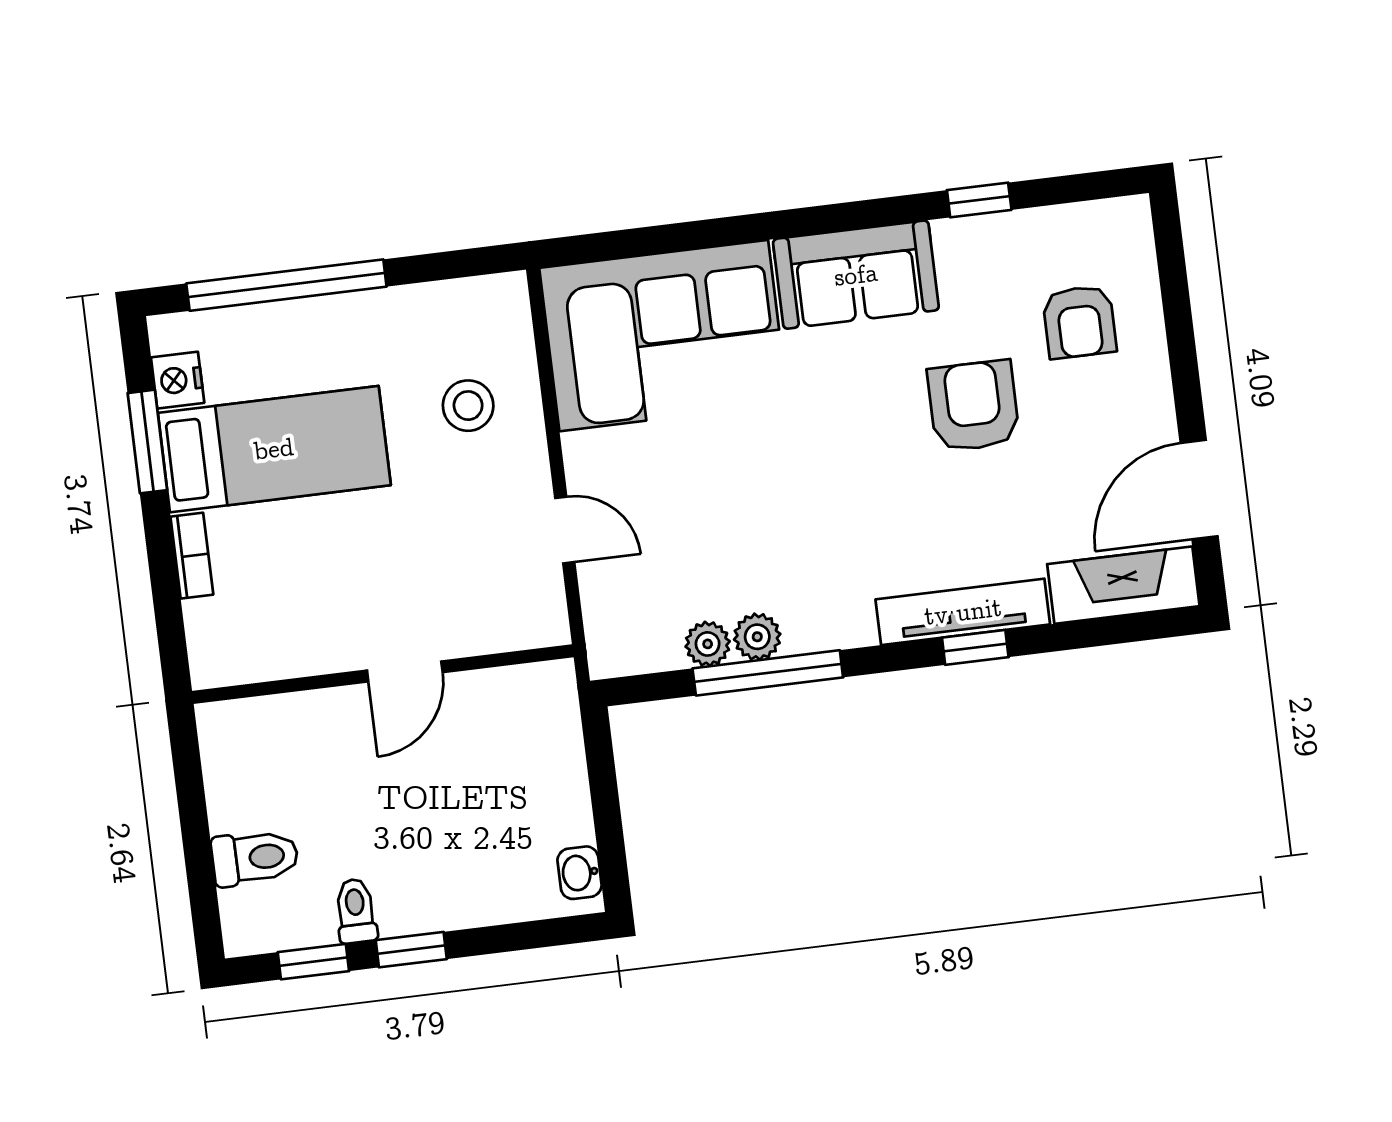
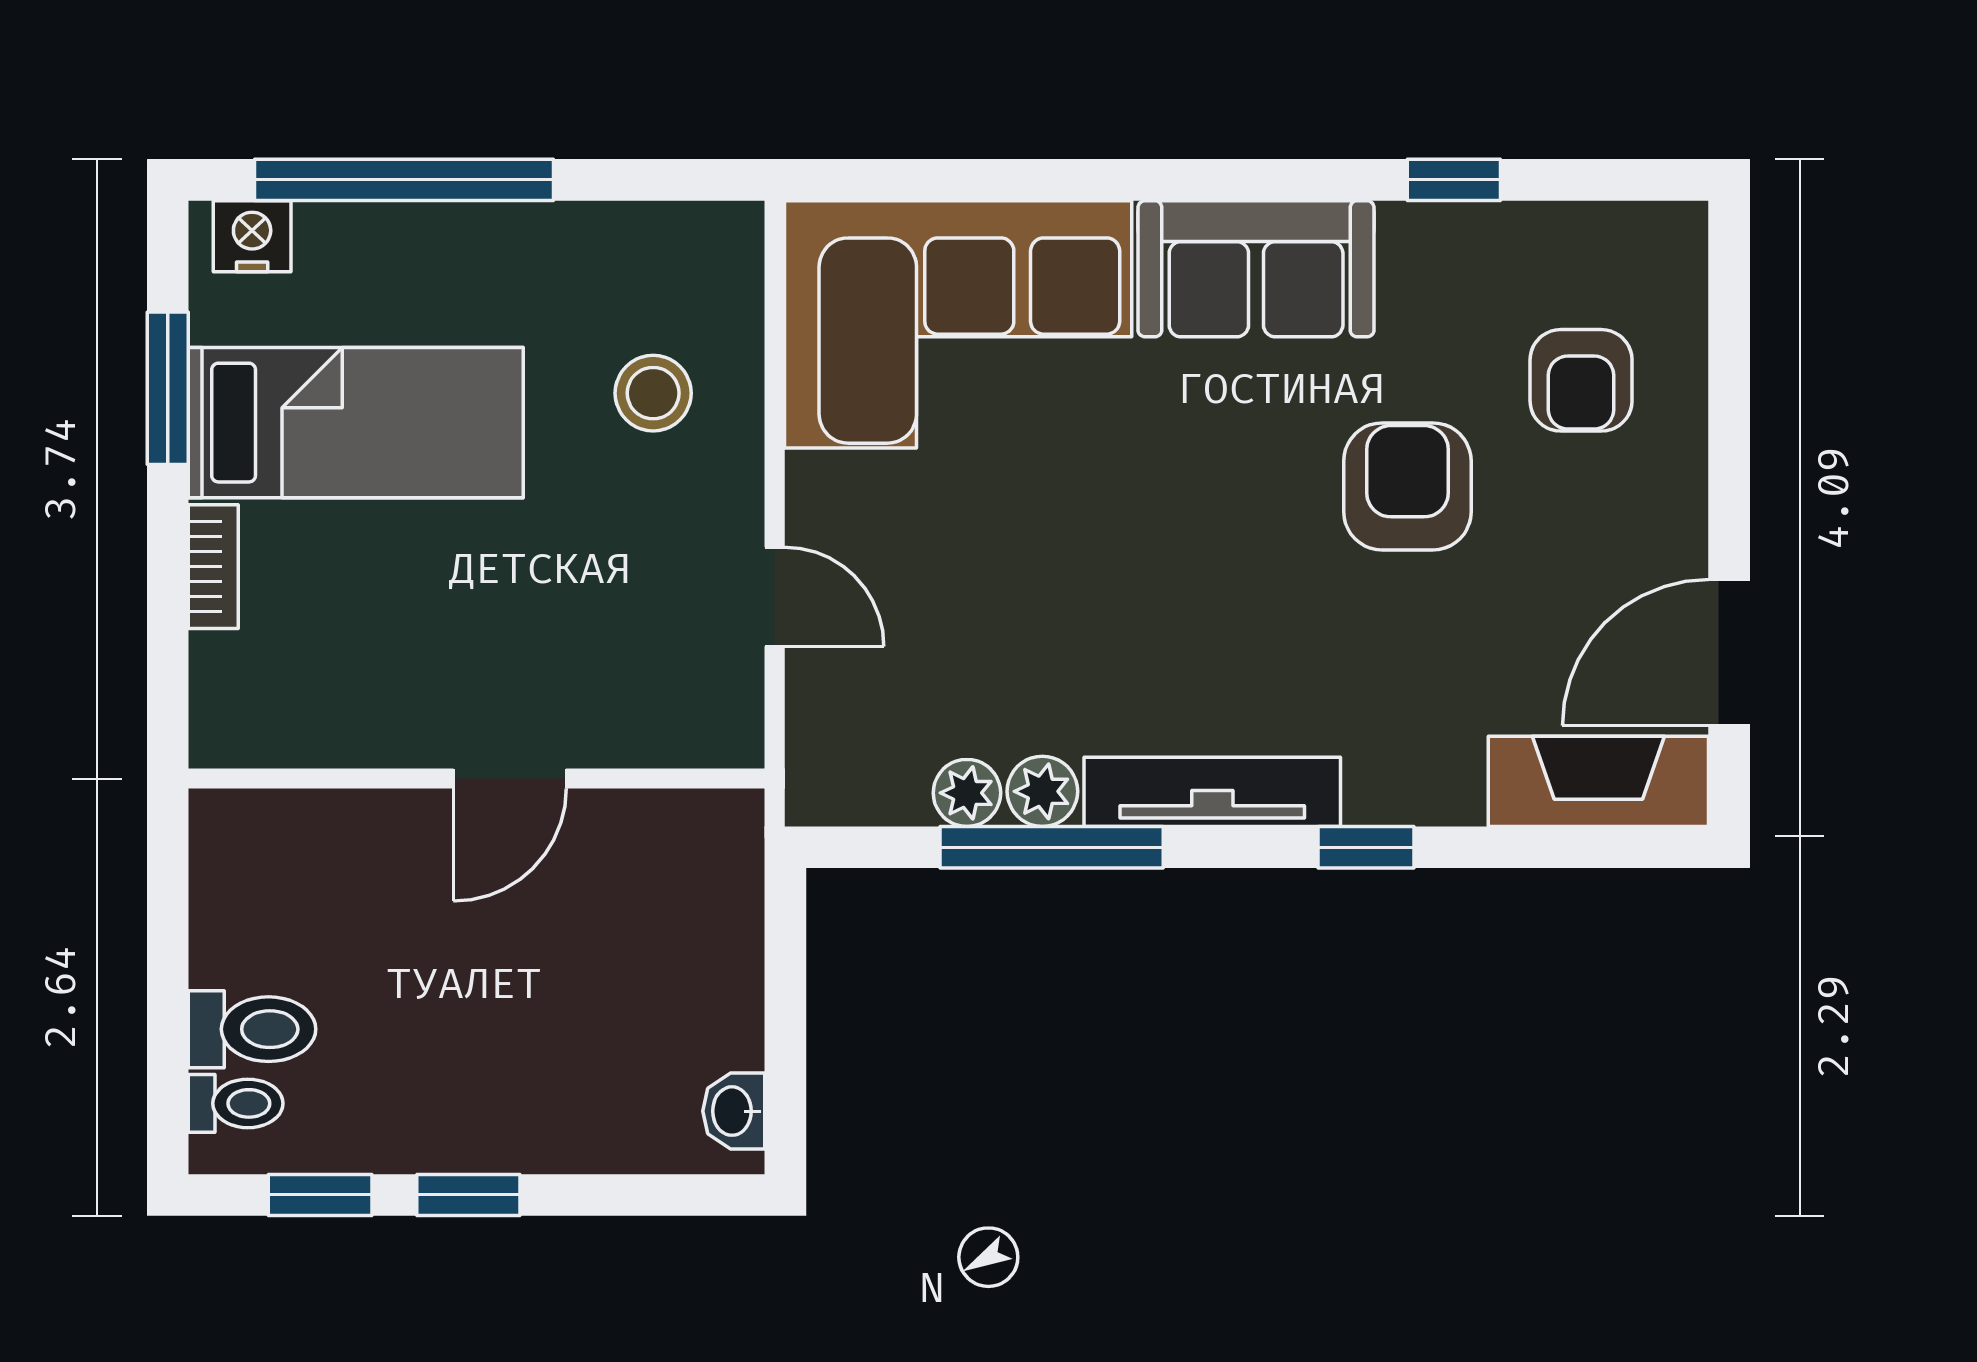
nightstand: (178, 380) -> (252, 236), moved, turned 90
tv unit: (963, 612) -> (1212, 792), moved
toilet: (356, 911) -> (236, 1103), moved, turned 90

